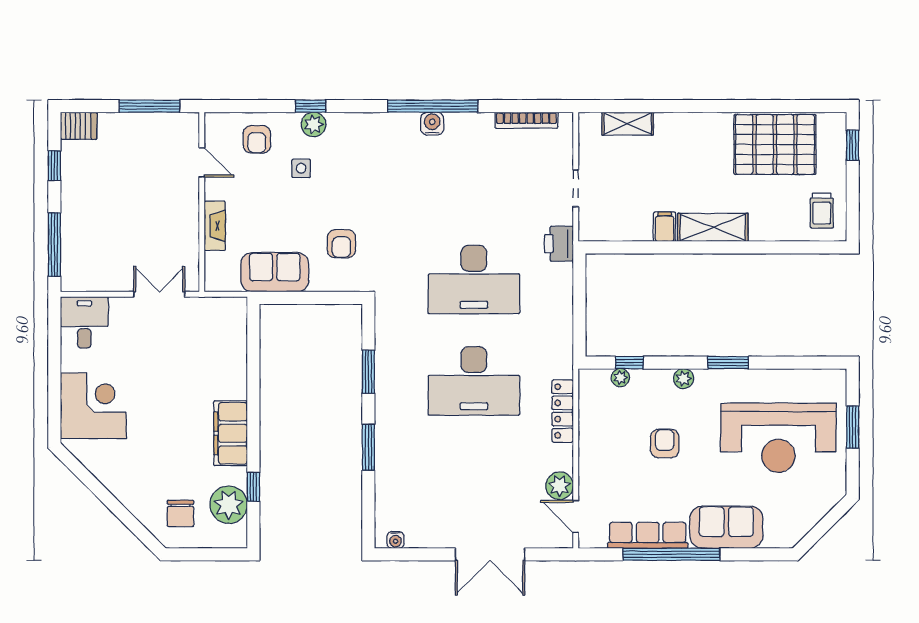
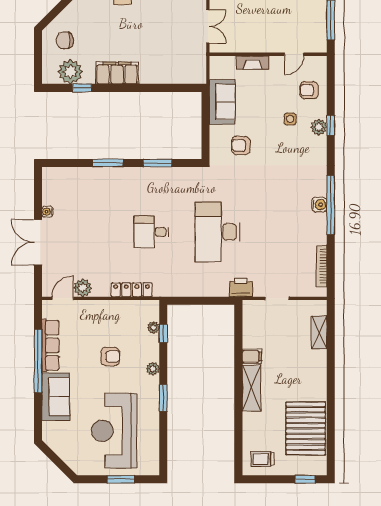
desk: (474, 381) -> (151, 232), width x0.53, depth x0.77
water cooler: (395, 540) -> (47, 212), moved

